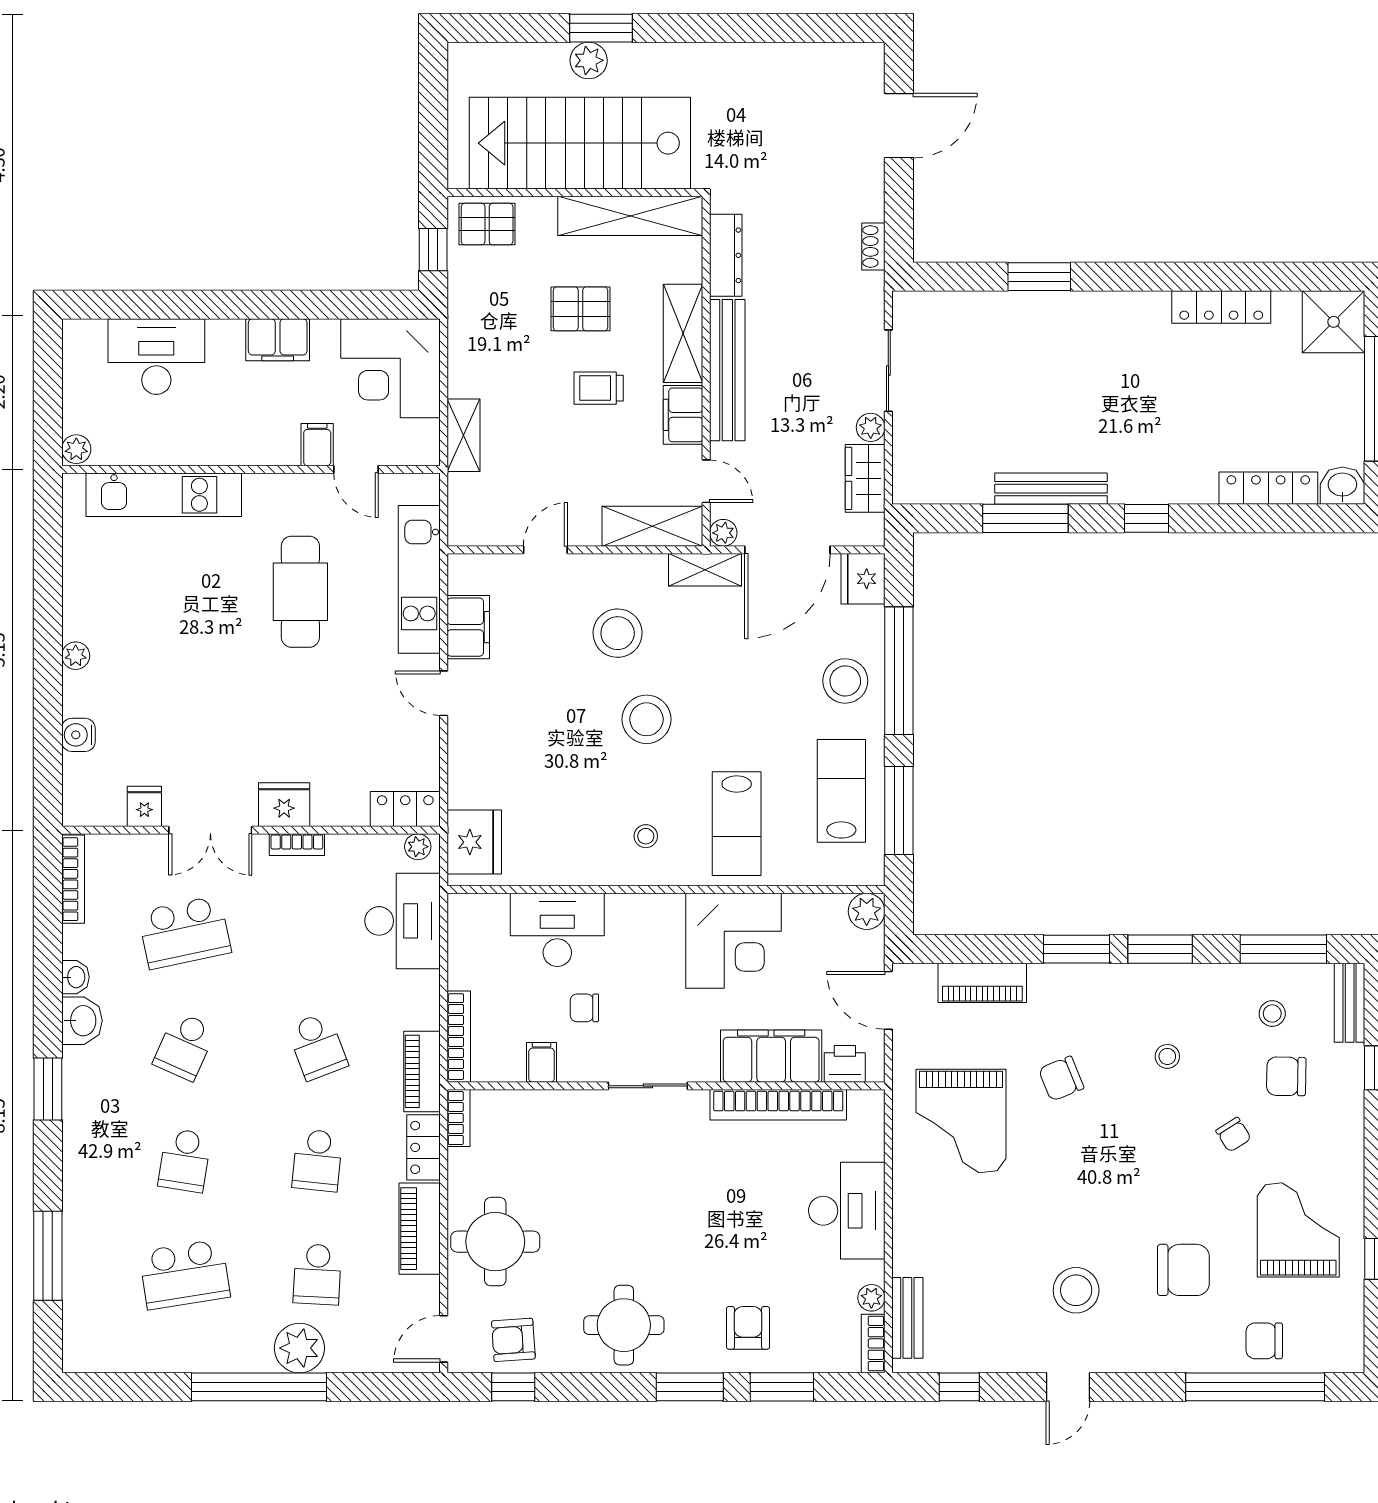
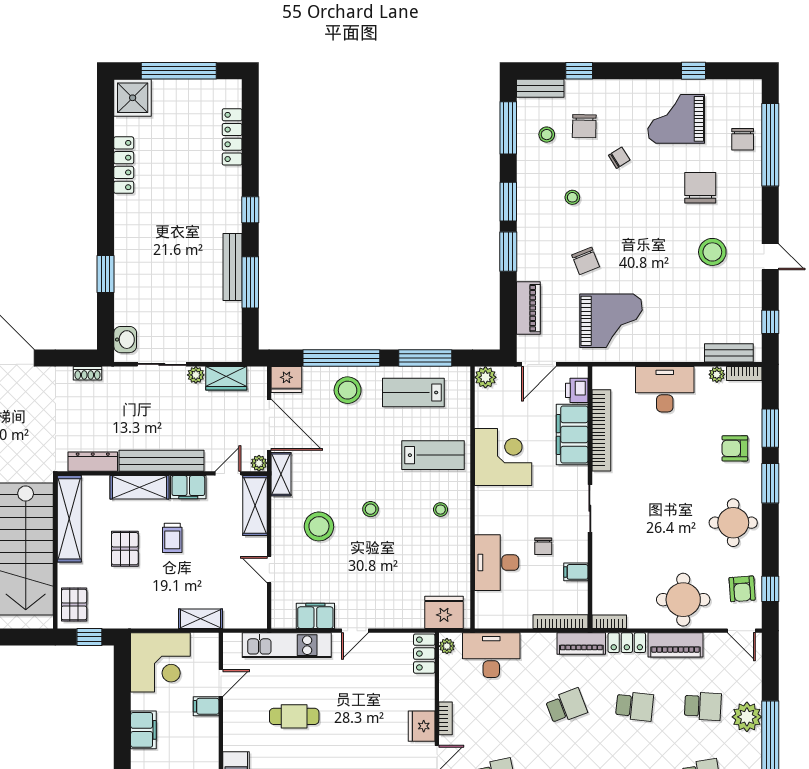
washbasin: (1342, 486) -> (125, 340), moved, turned 180
cafe table: (300, 592) -> (294, 716), width x0.73, depth x0.74
stool: (646, 719) -> (371, 509), width x0.53, depth x0.53

